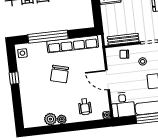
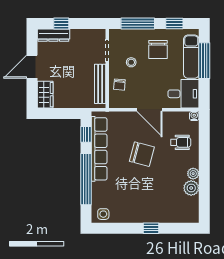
window: (83, 33) -> (86, 134), added
chair: (60, 74) -> (142, 154), moved
window: (14, 78) -> (151, 228), moved
door: (107, 80) -> (150, 110), hinge flipped

